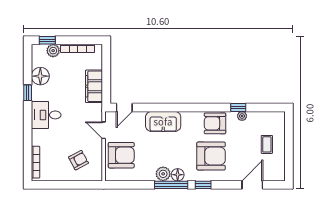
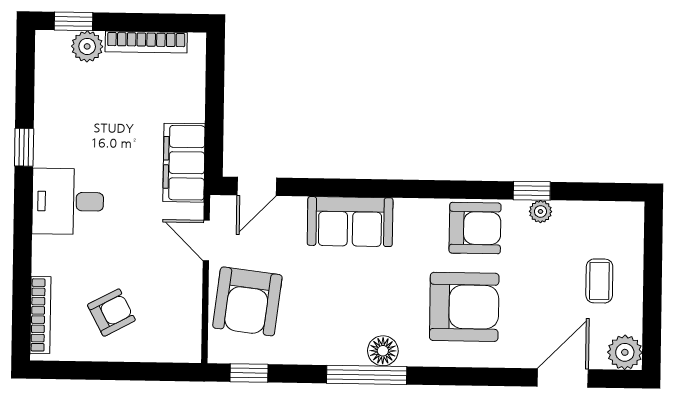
floor lamp: (40, 76) -> (55, 107), removed
filing cabinet: (94, 86) -> (184, 163), moved
armchair: (215, 123) -> (475, 228), turned 180
armchair: (121, 155) -> (247, 301), turned 97
armchair: (78, 160) -> (111, 313), moved
plant: (163, 174) -> (625, 352), moved
window: (203, 185) -> (249, 373), moved

